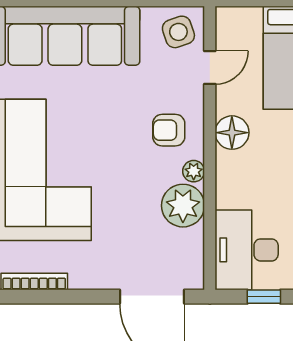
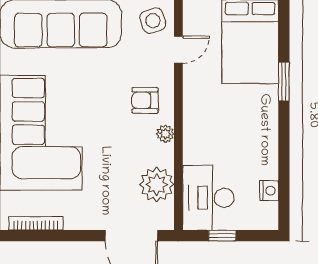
floor lamp: (232, 133) -> (196, 102), removed
plant: (183, 206) -> (157, 184), moved

